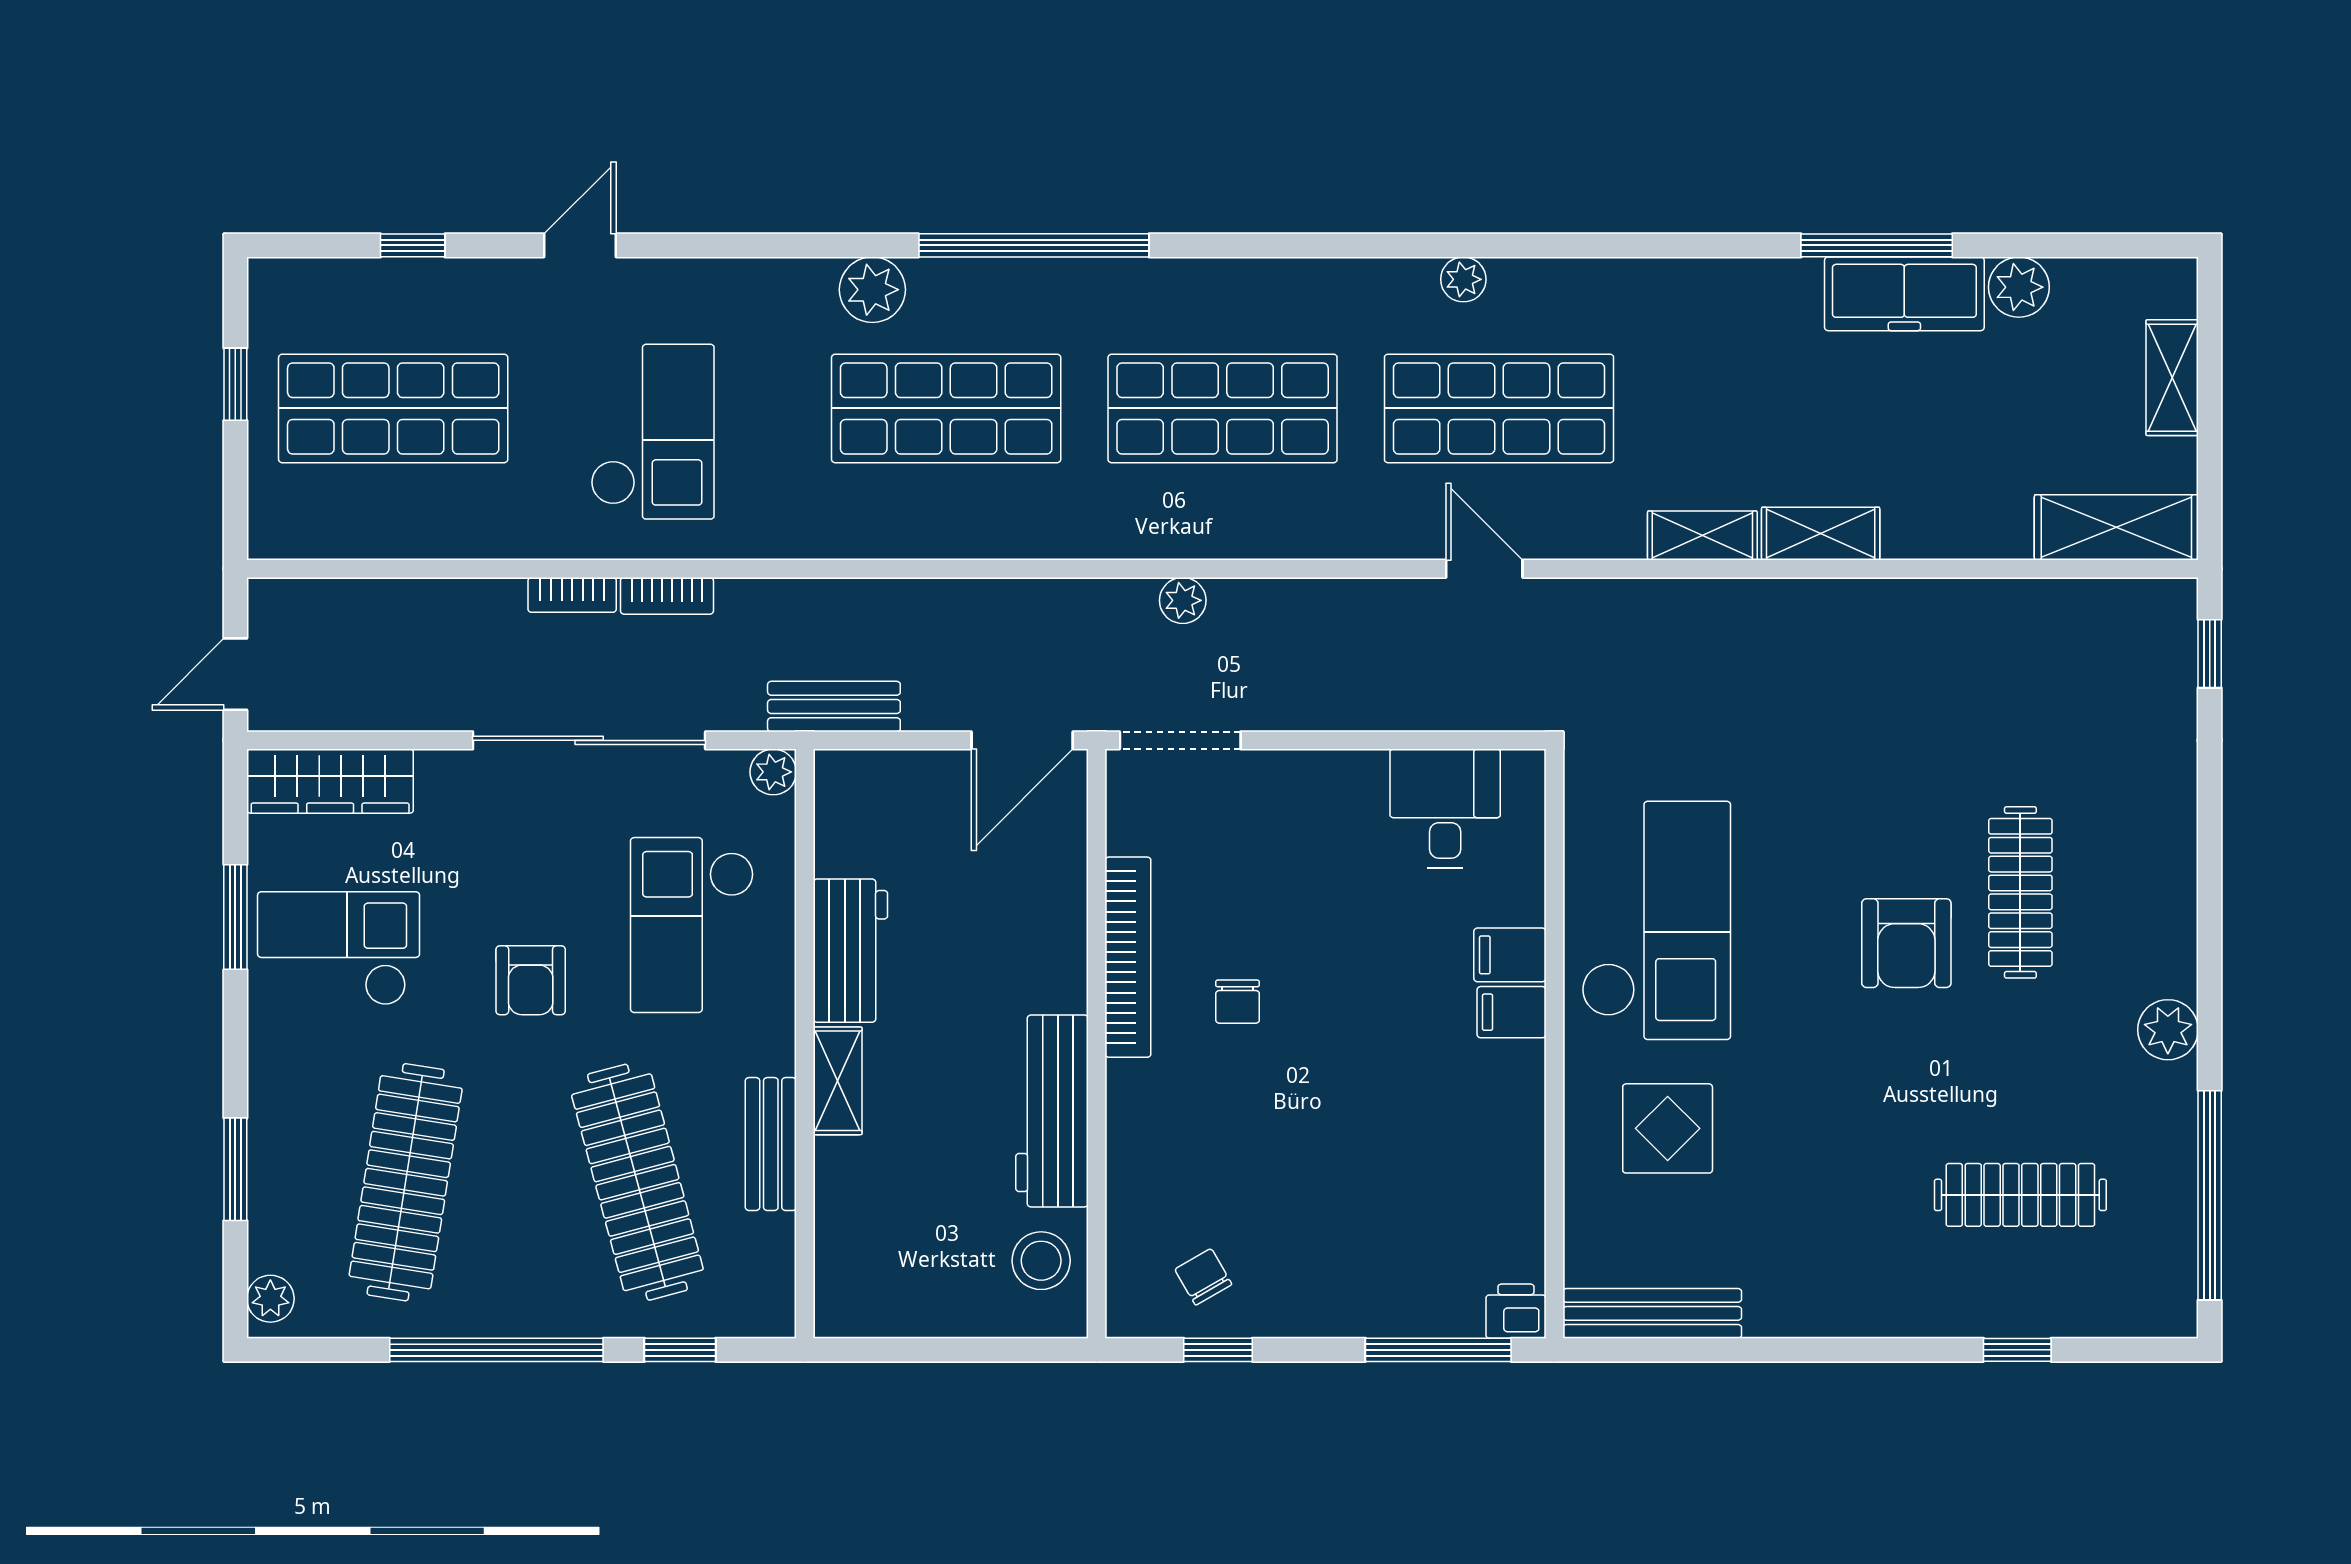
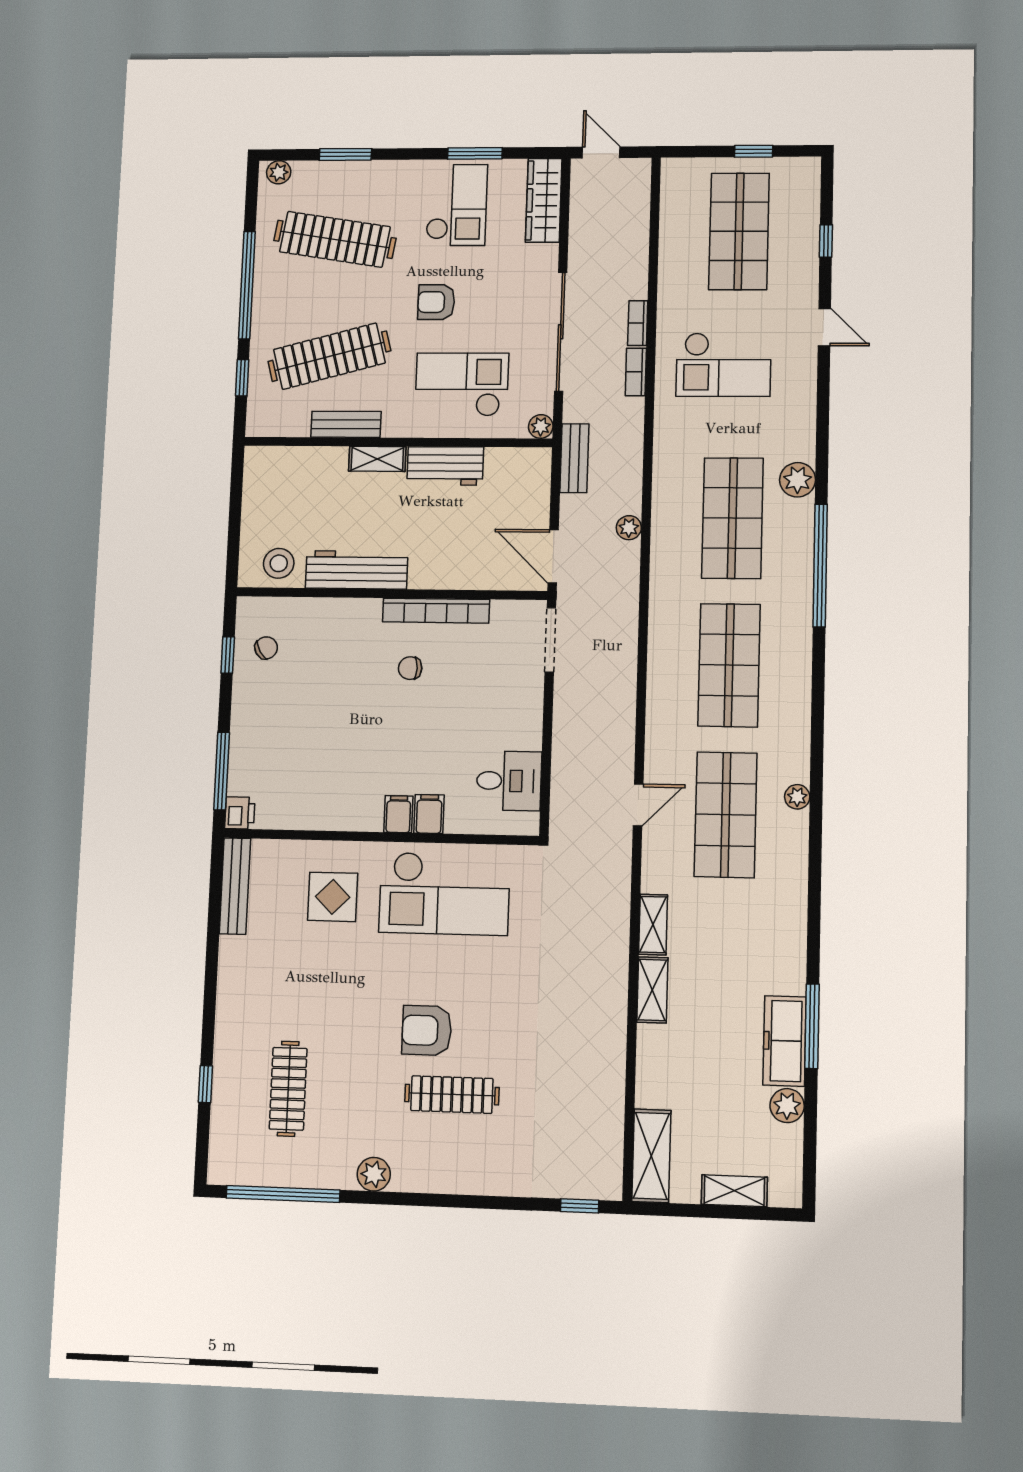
plant: (1183, 600) -> (629, 528), moved

